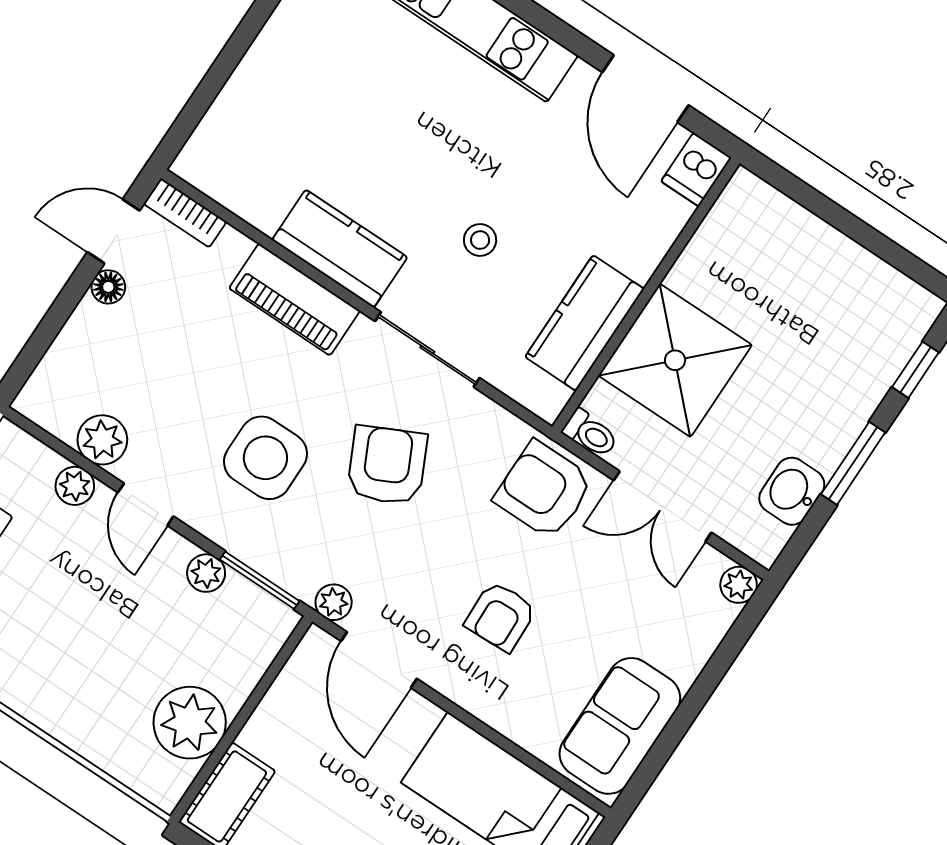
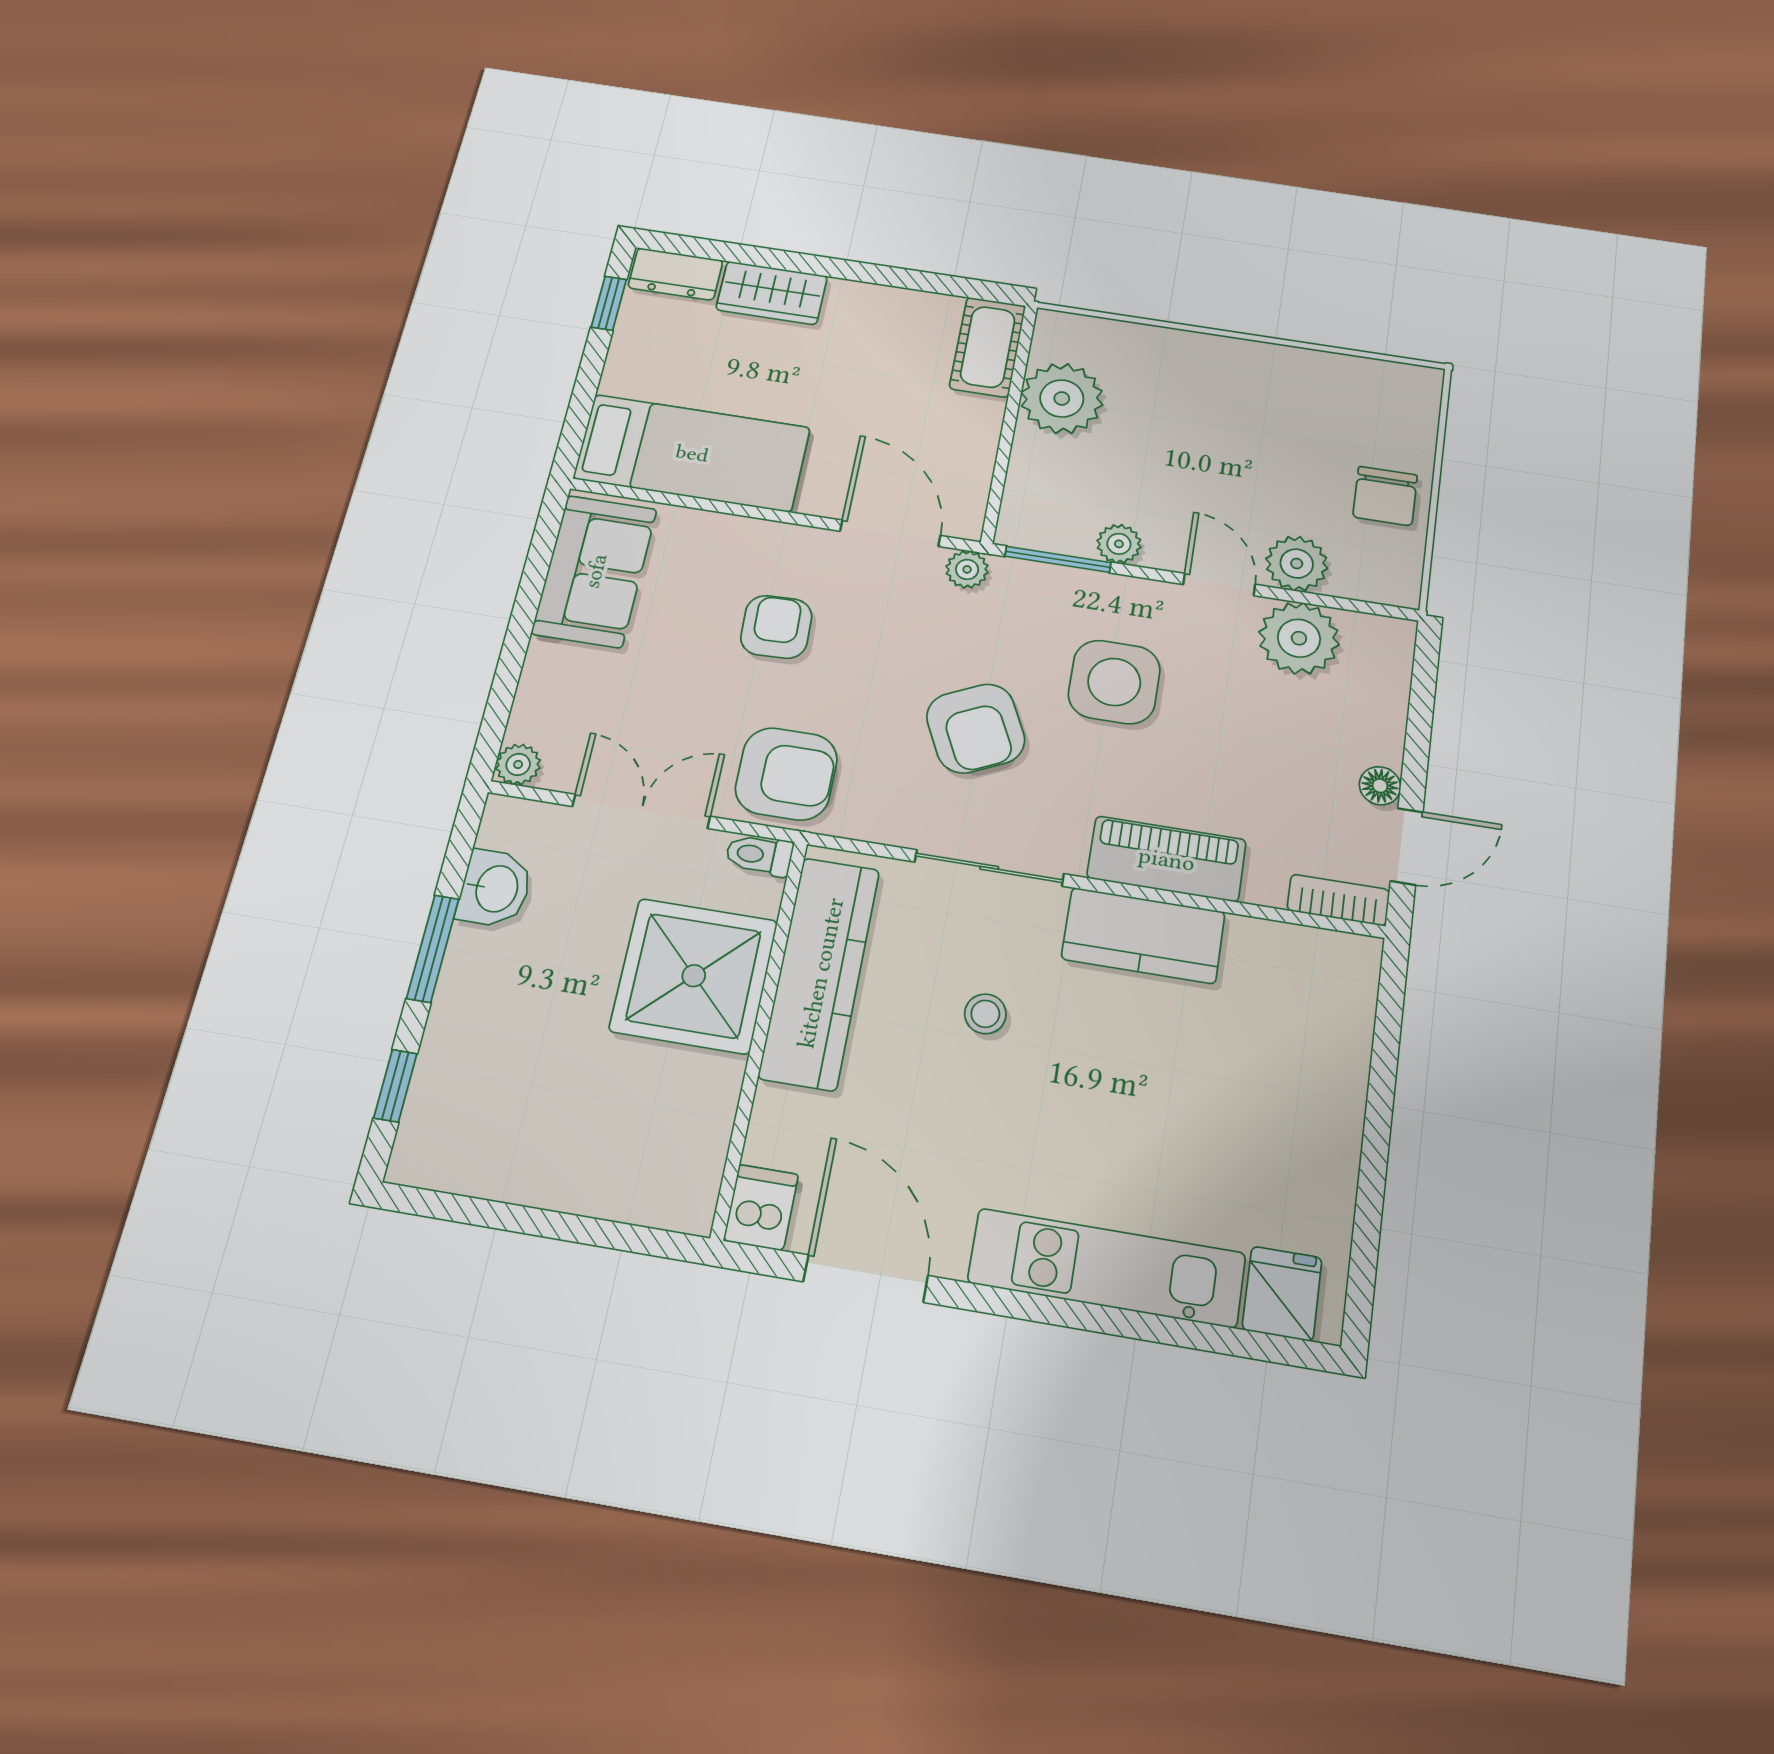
kitchen counter: (585, 323) -> (820, 973), width x1.50
plant: (102, 440) -> (1299, 638), width x1.36, depth x1.36
plant: (75, 486) -> (1297, 564), width x1.38, depth x1.38

